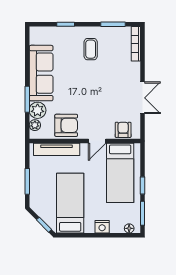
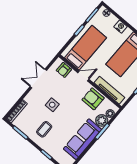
side table: (104, 82) -> (52, 105), added

